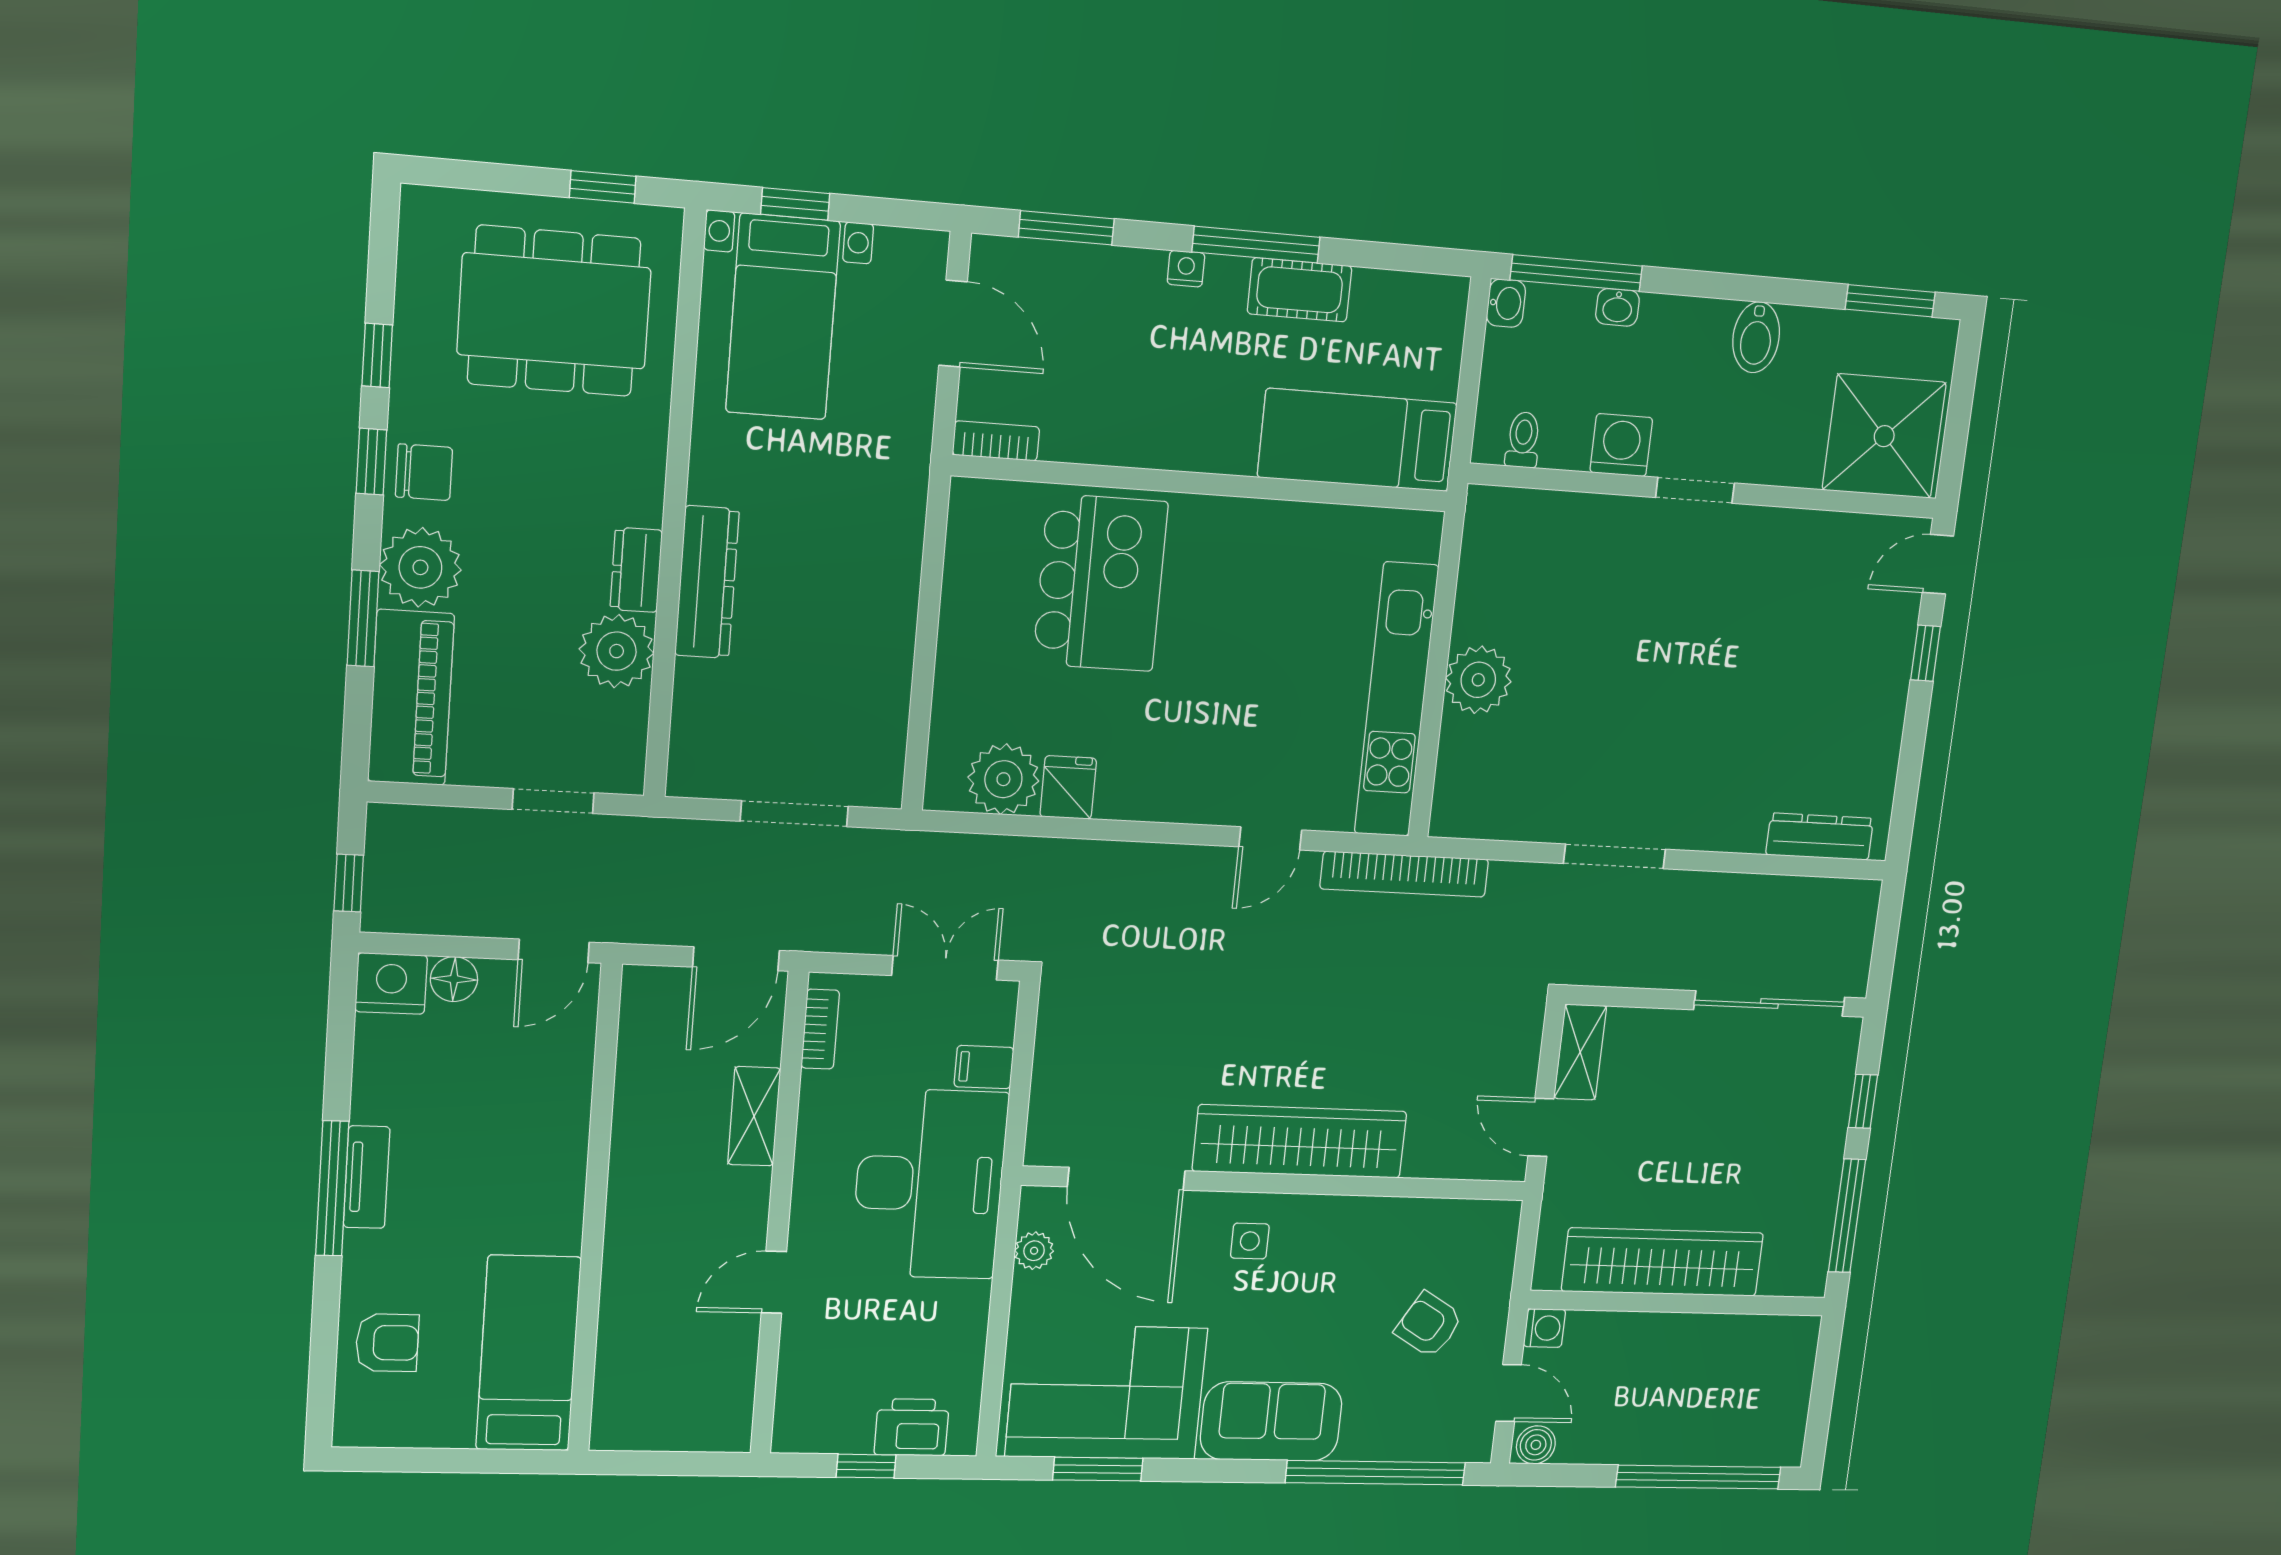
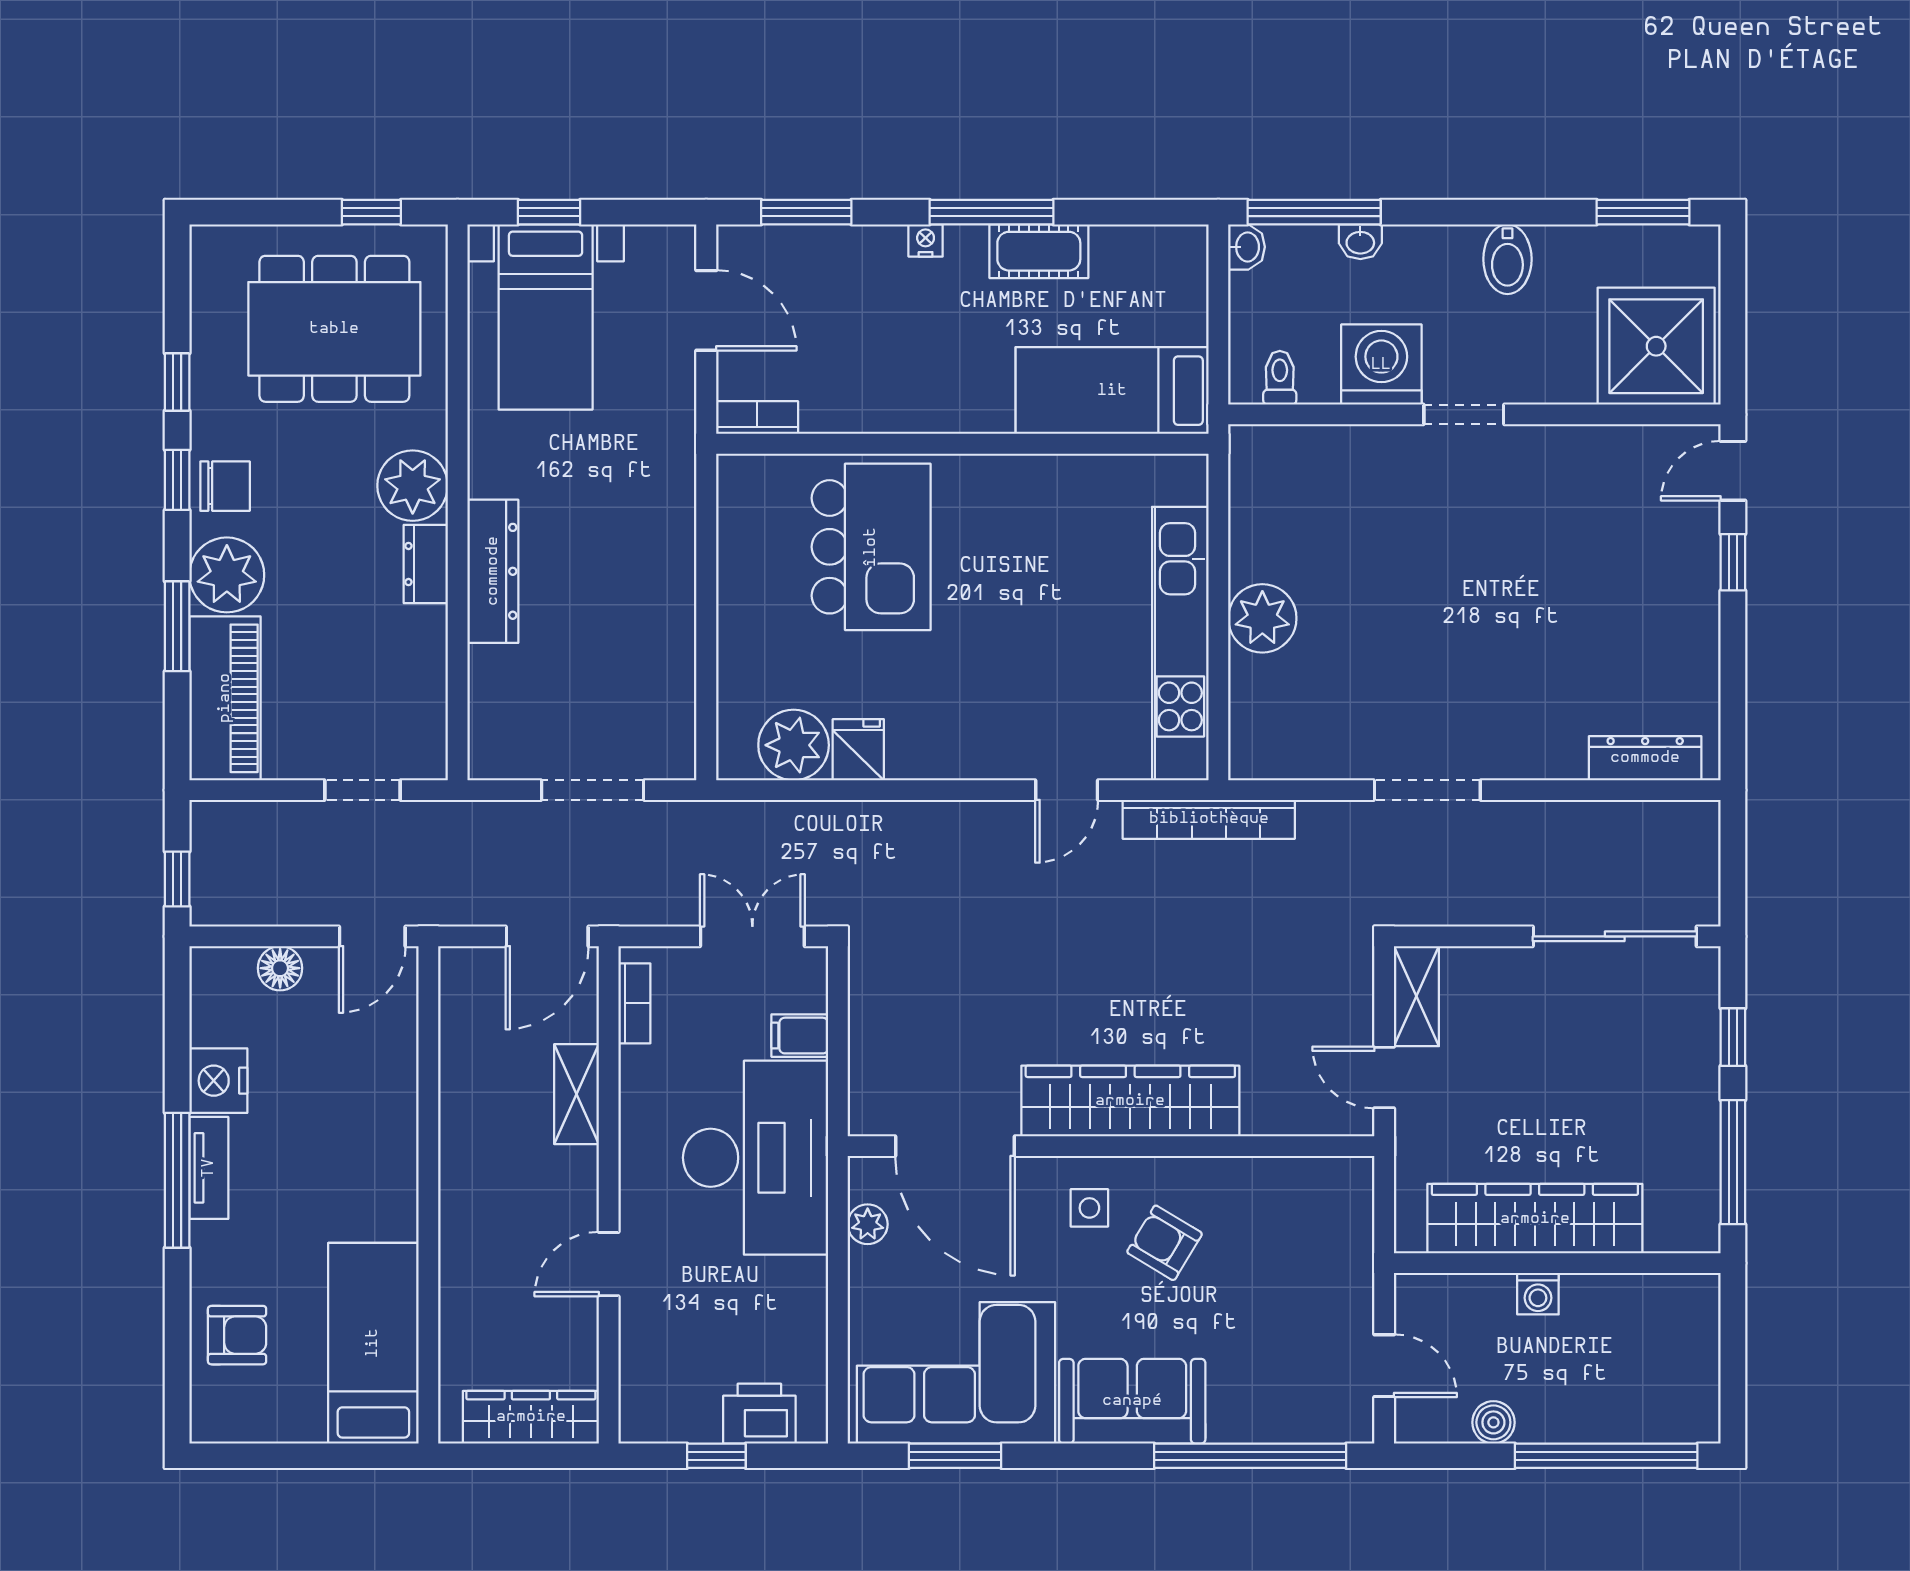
washing machine: (1621, 445) -> (1381, 365), width x1.37, depth x1.37
plant: (617, 651) -> (413, 486), moved
nightstand: (391, 983) -> (218, 1081), moved, turned -90
armchair: (1429, 1325) -> (1165, 1243), moved
washing machine: (1545, 1328) -> (1538, 1294), moved, turned 90
wardrobe: (684, 1427) -> (531, 1417), added
boiler: (1536, 1445) -> (1493, 1422), moved

